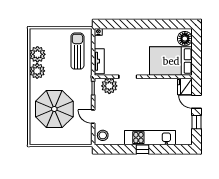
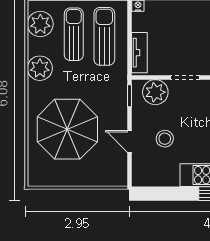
sun lounger: (58, 50) -> (74, 34), added
plant: (37, 54) -> (40, 24), moved
stool: (103, 135) -> (165, 139), moved

